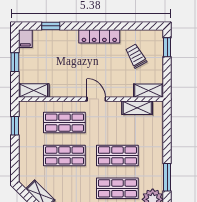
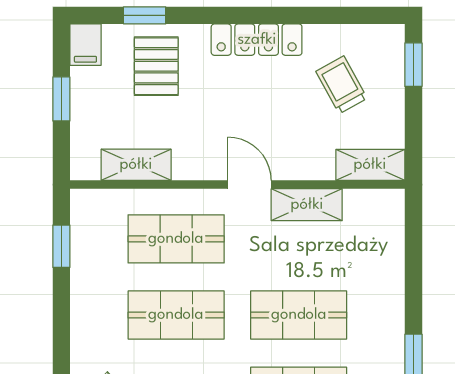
pallet: (56, 48) -> (156, 66), added
shelving: (34, 91) -> (136, 165), moved
shelving: (137, 108) -> (307, 205), moved

